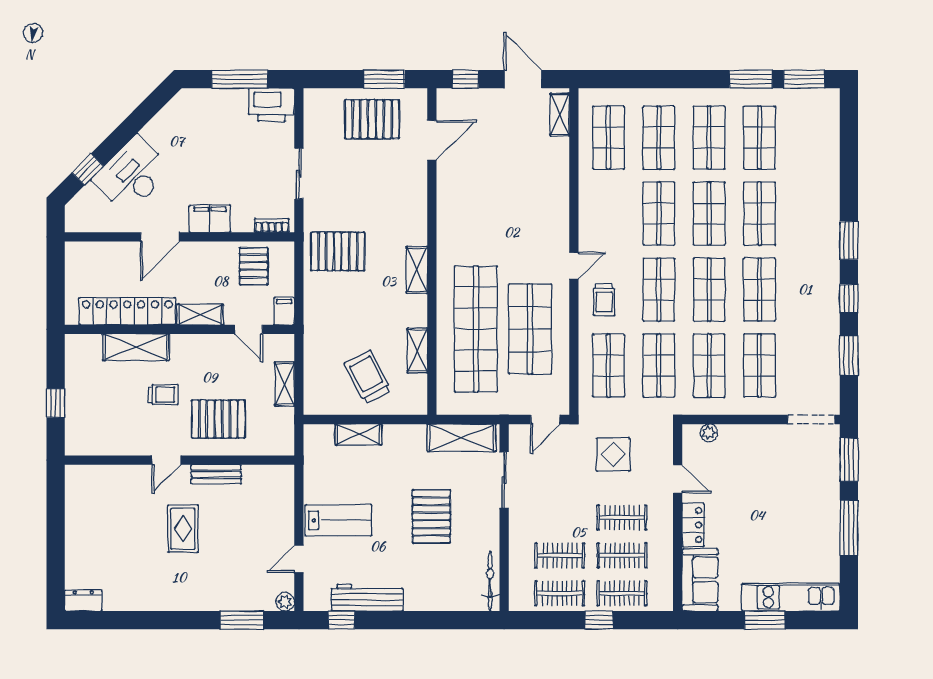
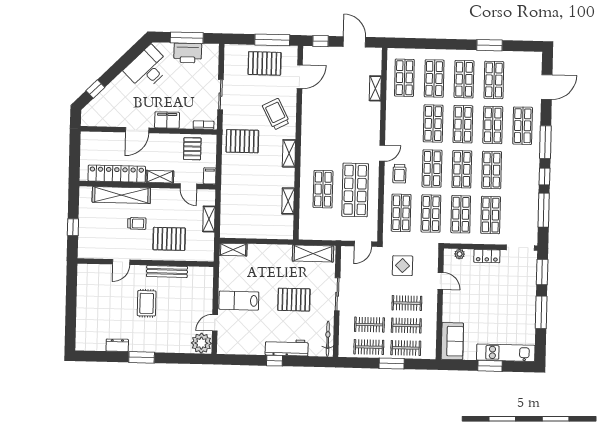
window: (384, 79) -> (272, 40), width x1.44
window: (804, 79) -> (521, 46), removed
printer: (272, 105) -> (188, 53), moved
shelving: (560, 115) -> (375, 88), moved
door: (849, 147) -> (547, 87), added
desk: (132, 175) -> (147, 68), moved
shop shelf: (810, 214) -> (523, 126), added
window: (849, 240) -> (545, 142), width x1.44
shop shelf: (476, 329) -> (323, 189), width x0.50, depth x0.74
shelving: (136, 347) -> (121, 195), width x1.47
window: (849, 355) -> (544, 210), width x1.44
trolley: (368, 377) -> (276, 114), moved
shelving: (358, 434) -> (233, 250), moved
door: (166, 460) -> (121, 262), moved
bench: (216, 474) -> (167, 271), width x1.36
sliding door: (504, 480) -> (337, 294), moved
pallet: (431, 516) -> (294, 300), turned 90
lab bench: (339, 520) -> (239, 301), turned 180
locker: (693, 525) -> (487, 256), moved, turned 90
workbench: (367, 598) -> (287, 348), moved
dresser: (83, 601) -> (117, 345), moved
plant: (285, 602) -> (201, 343), width x1.88, depth x1.88
window: (242, 620) -> (142, 357), moved
window: (341, 620) -> (274, 361), moved
window: (599, 620) -> (392, 363), width x1.50

